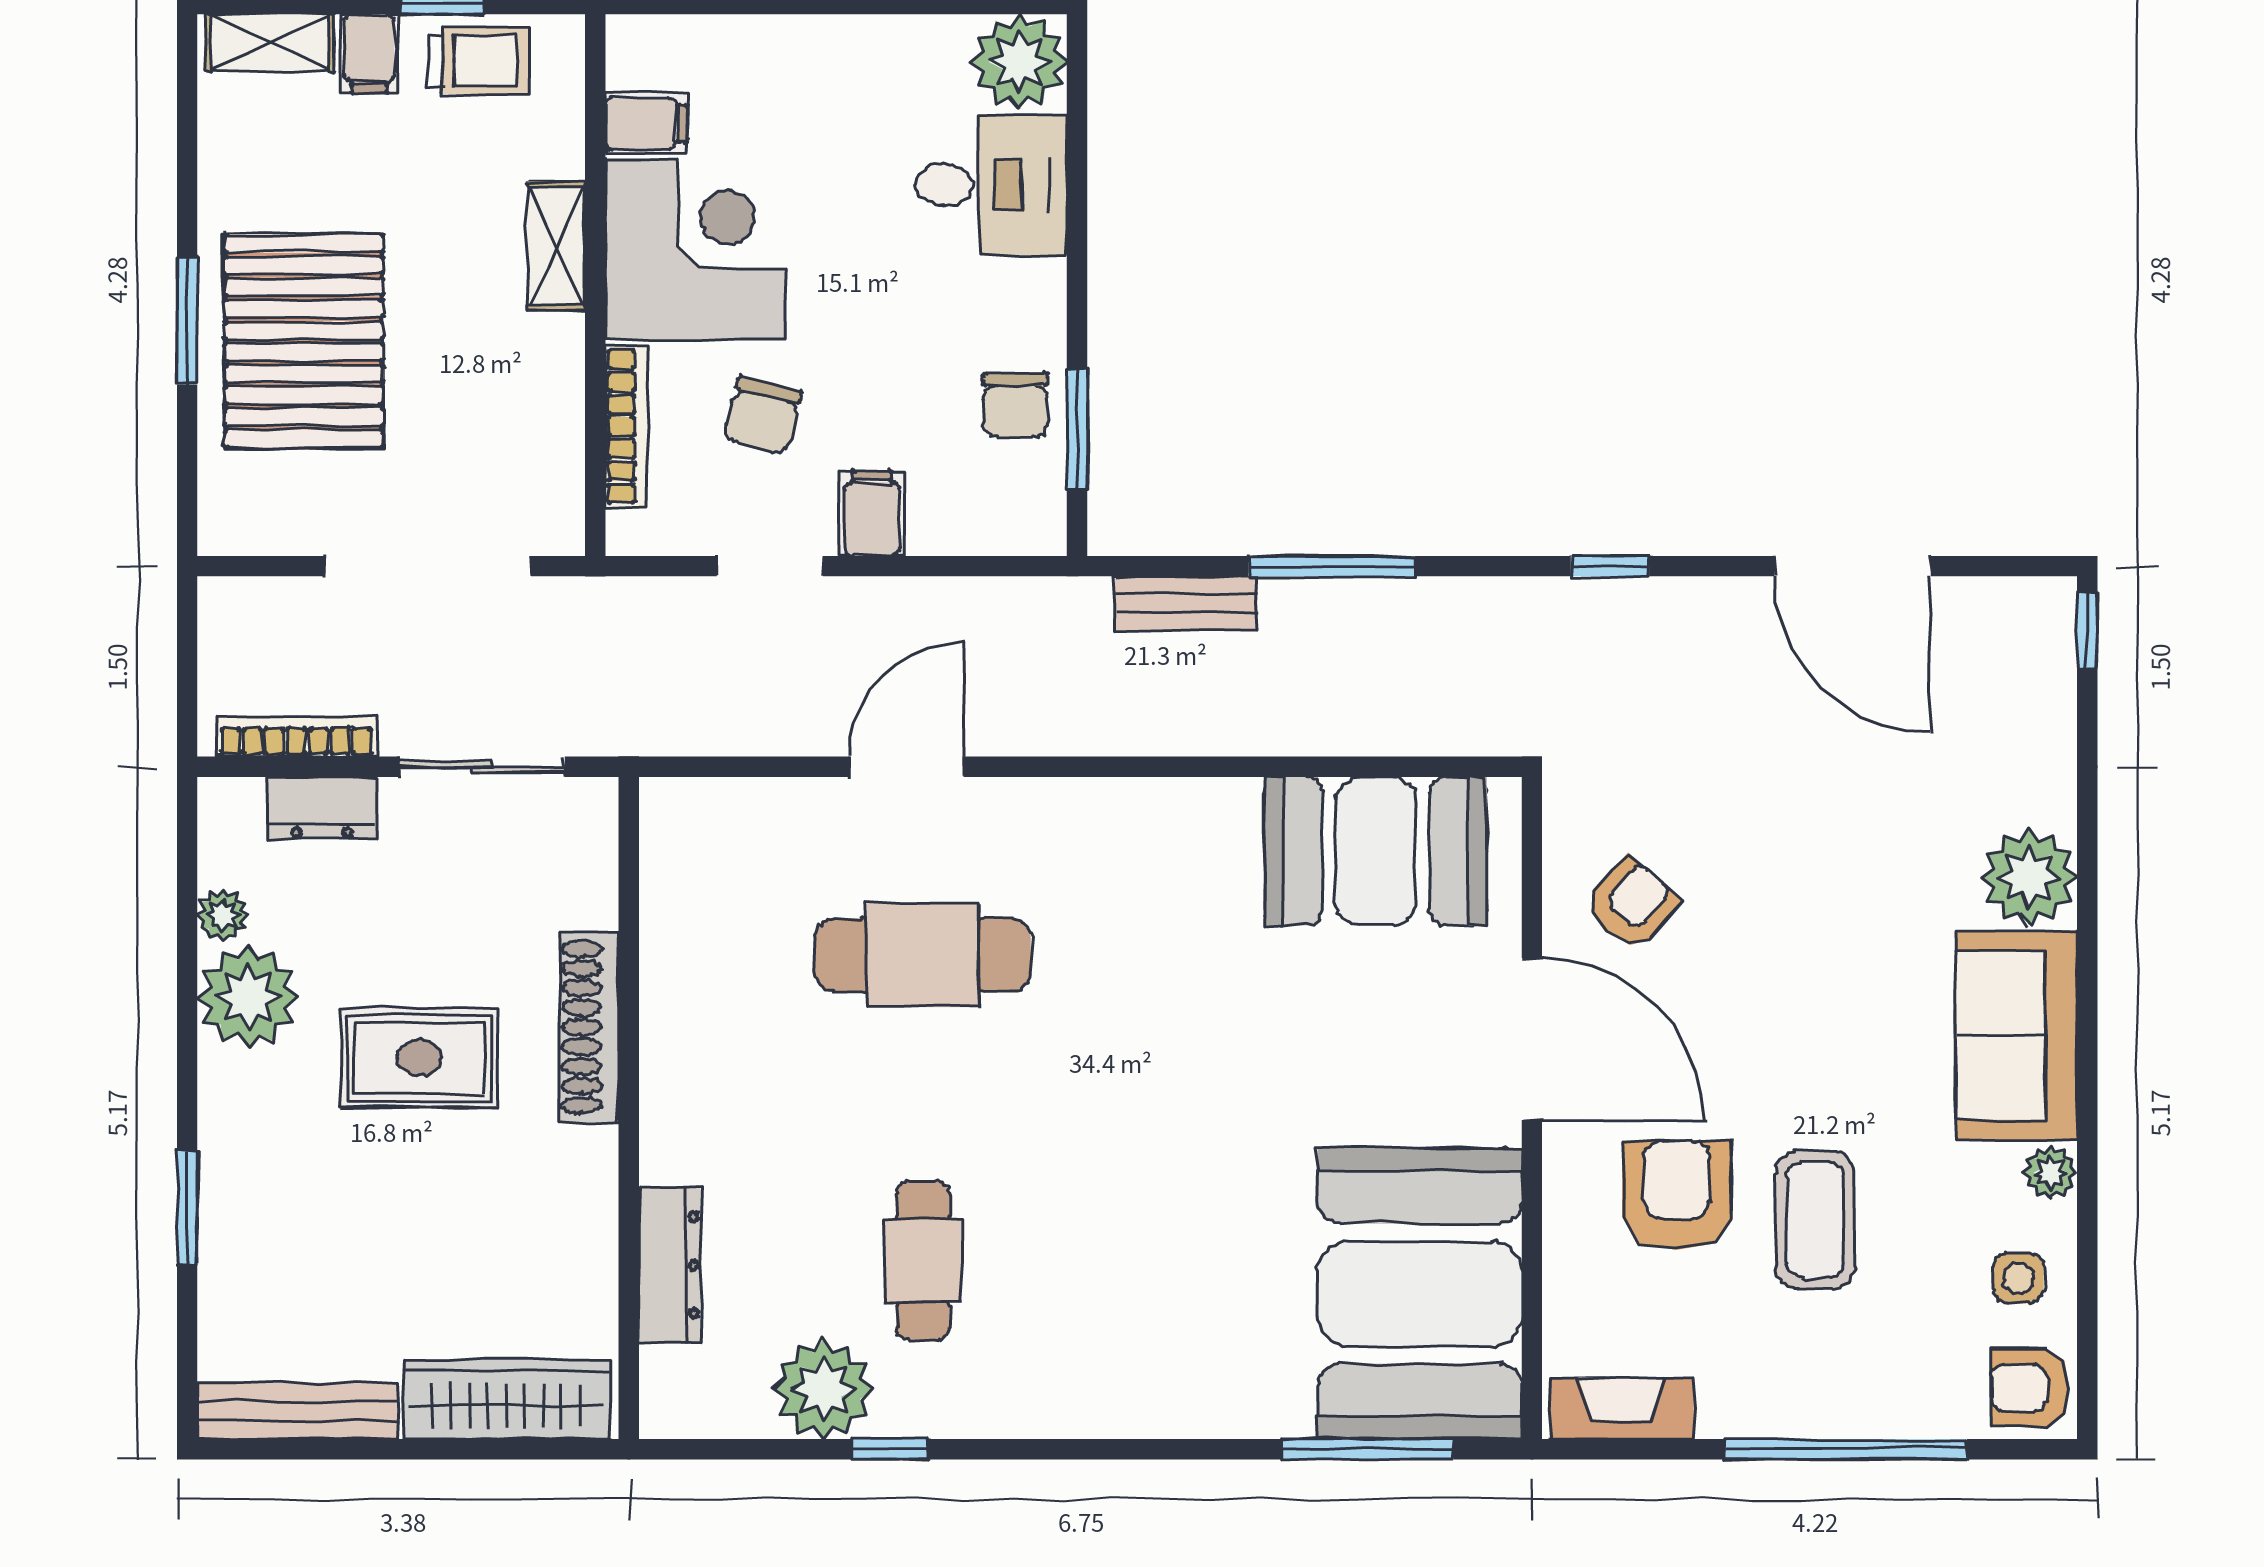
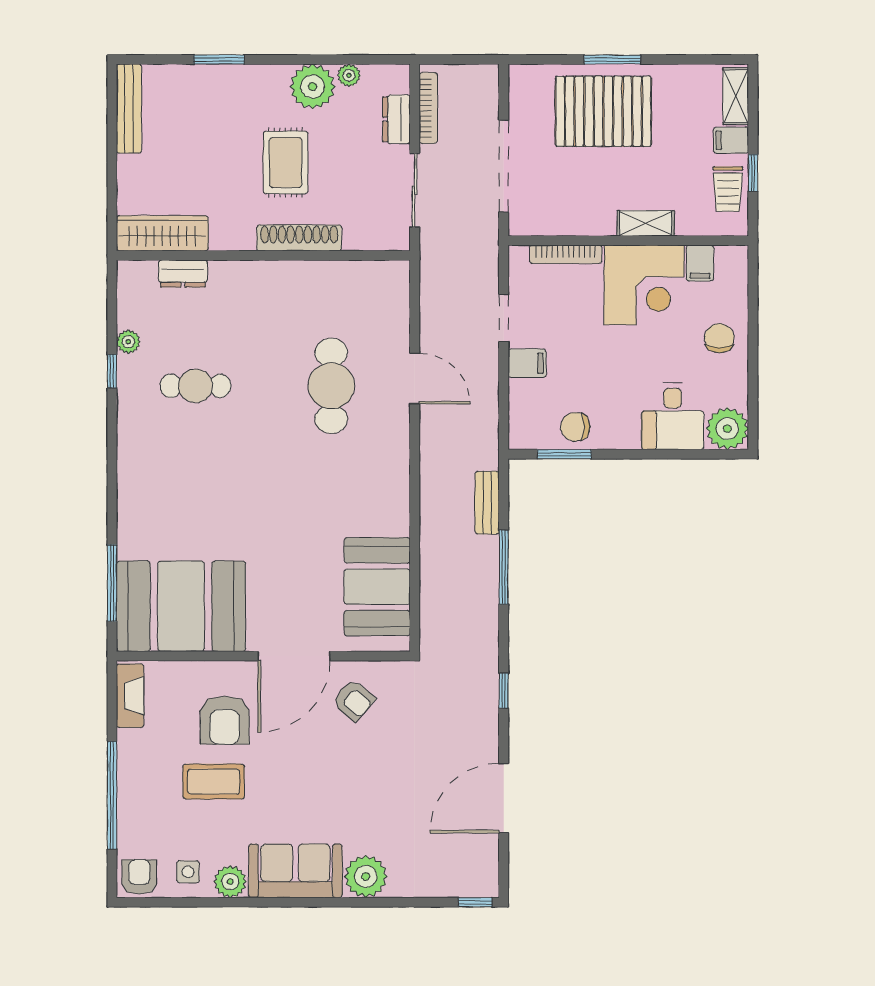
chair: (763, 416) -> (719, 338), moved, turned 76
plant: (2051, 1173) -> (230, 882), width x1.38, depth x1.38
armchair: (1677, 1195) -> (225, 720), turned 90
dresser: (670, 1265) -> (183, 274), width x0.70
plant: (823, 1389) -> (128, 342), width x0.53, depth x0.53
wardrobe: (507, 1399) -> (162, 233), moved, turned -90

